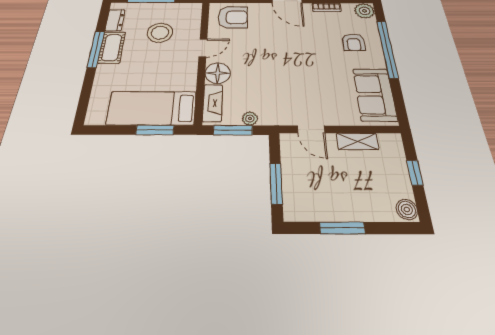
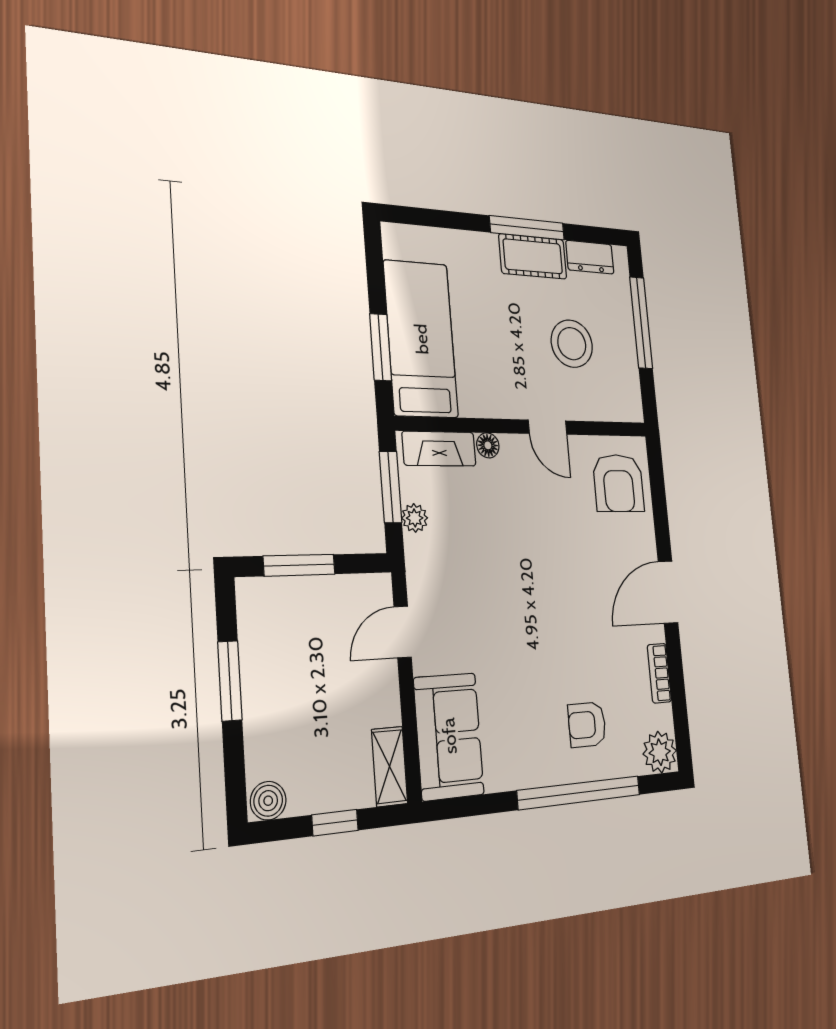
floor lamp: (218, 73) -> (488, 445), width x0.53, depth x0.53
sofa: (375, 94) -> (449, 736), moved, turned 90
shelving: (357, 141) -> (390, 766), moved

